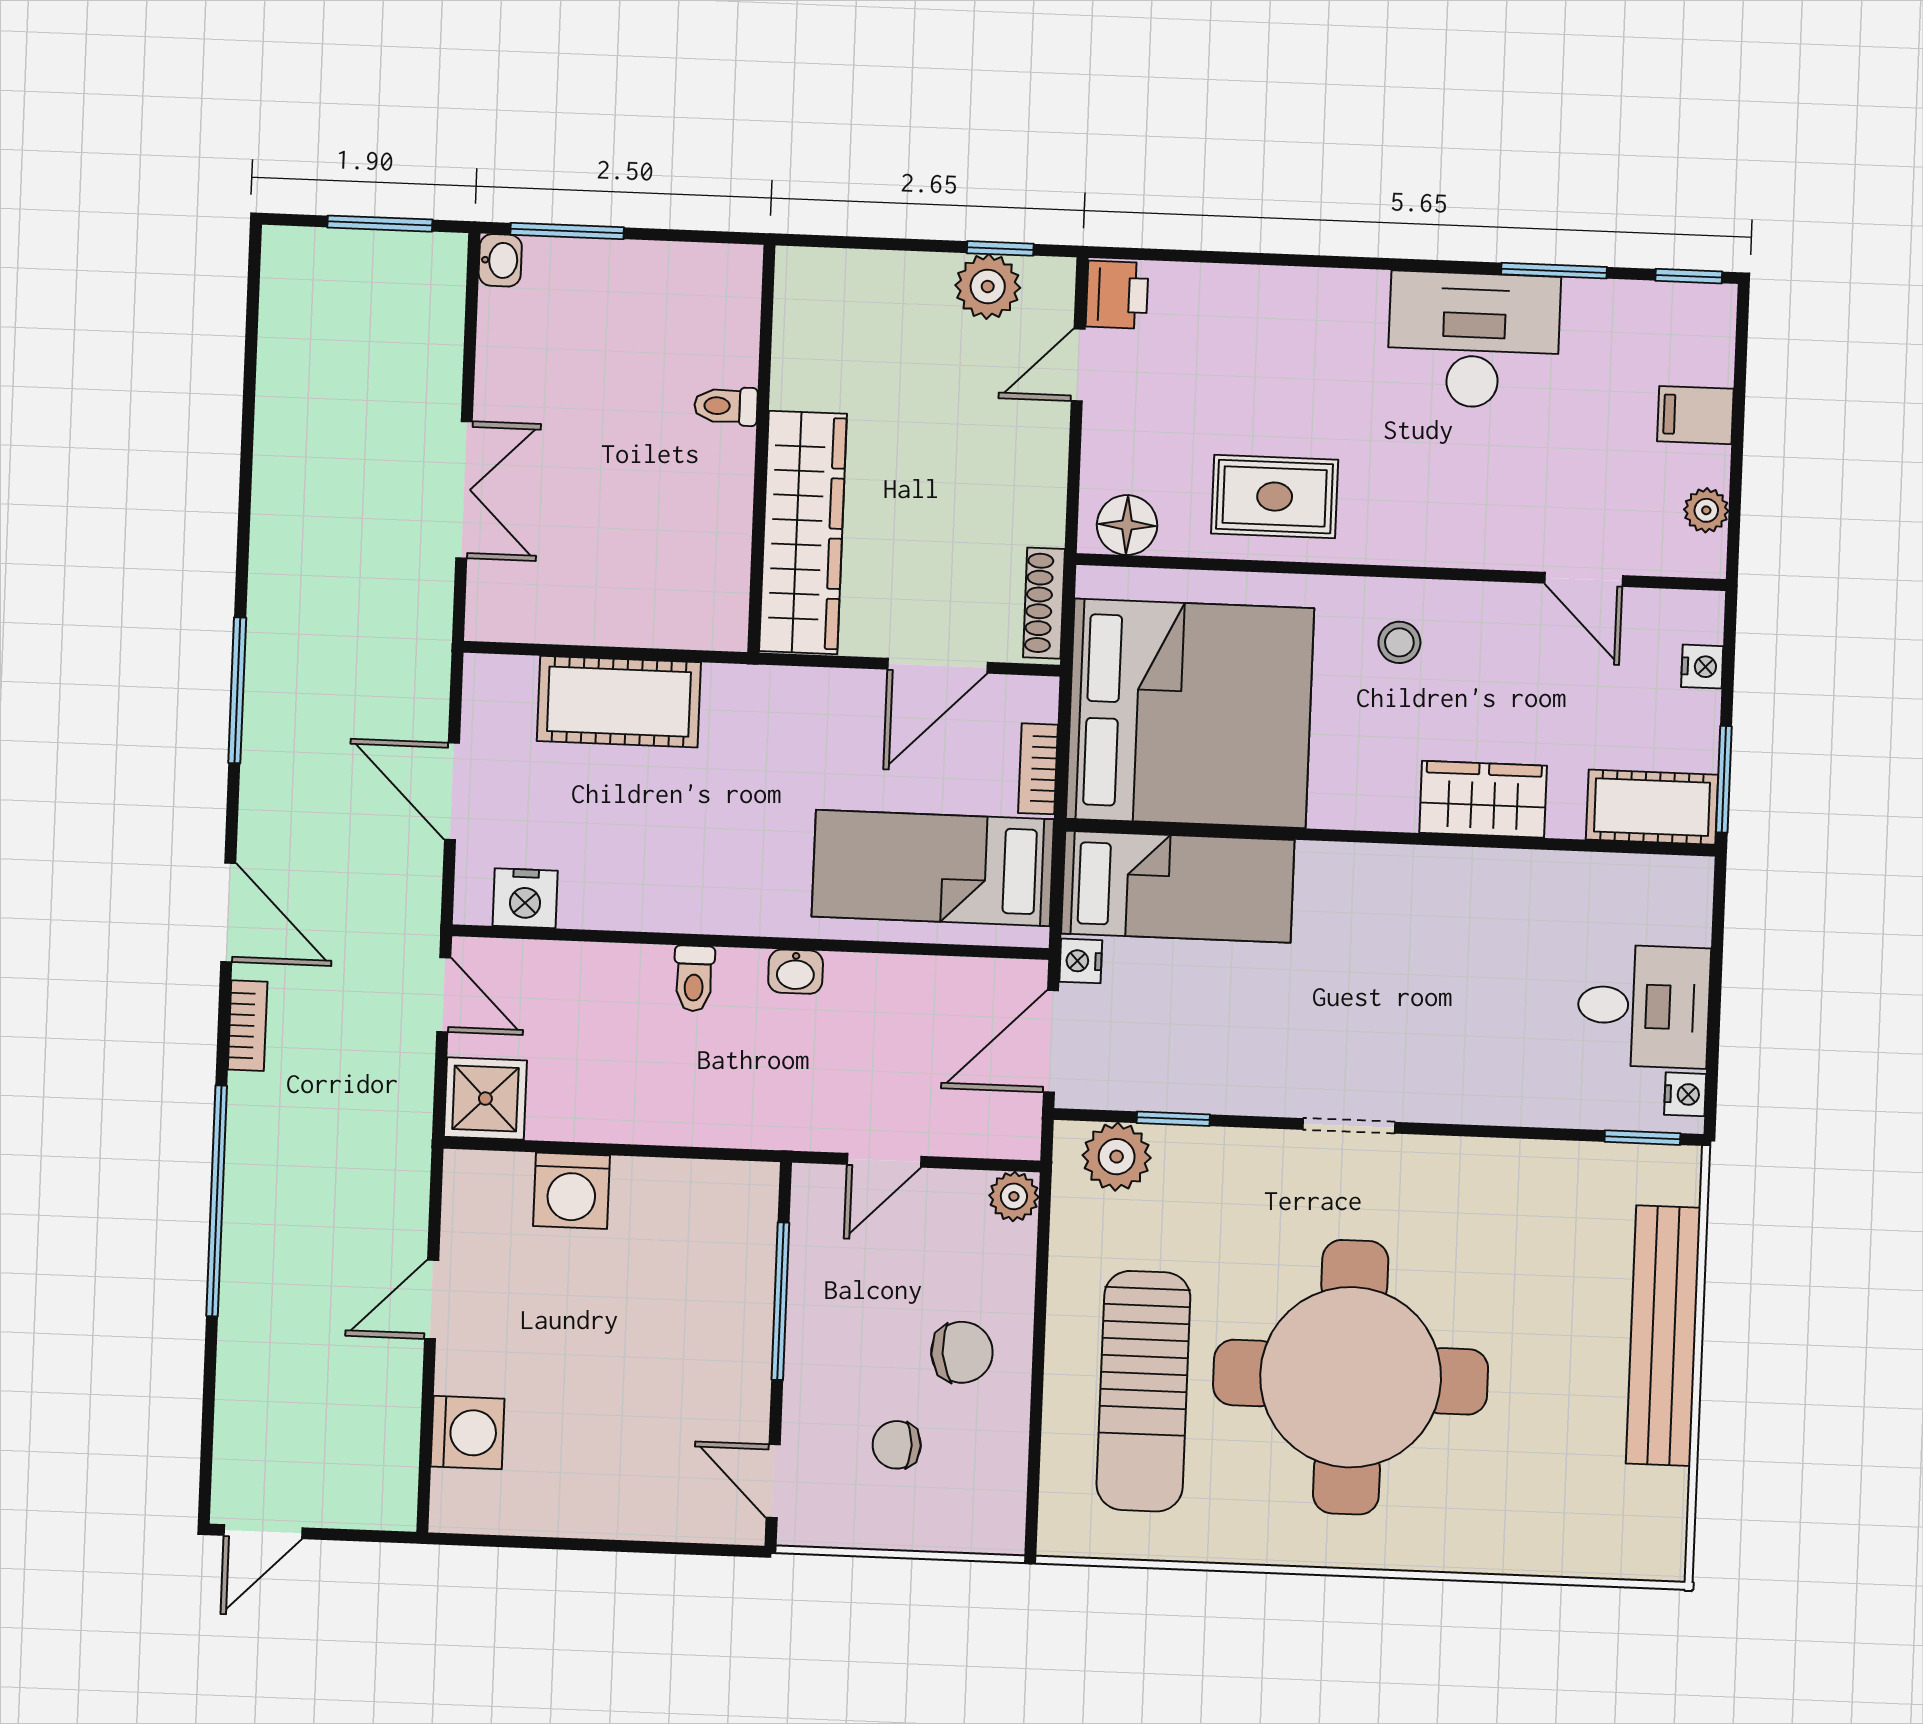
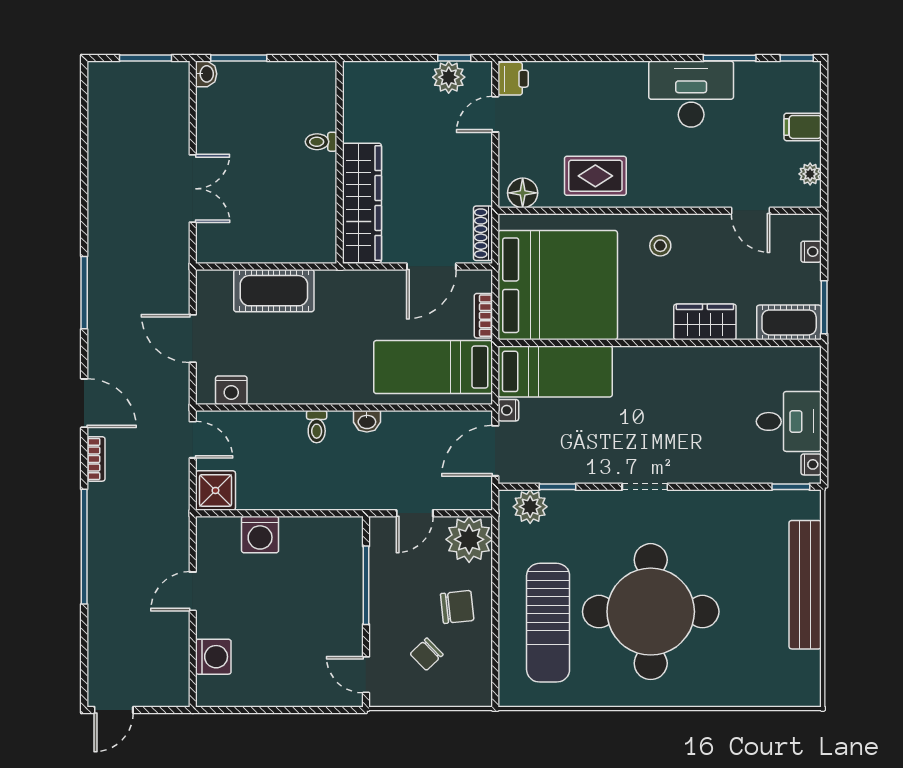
plant: (1014, 1196) -> (469, 539), width x1.87, depth x1.87
chair: (897, 1445) -> (427, 654), turned -44

